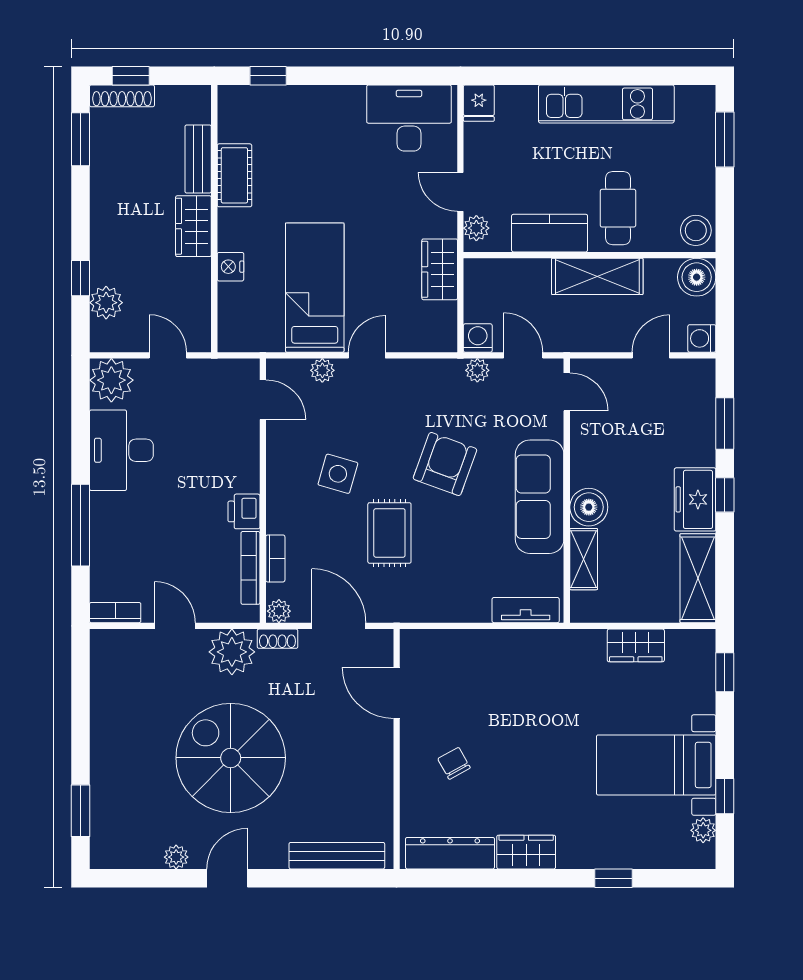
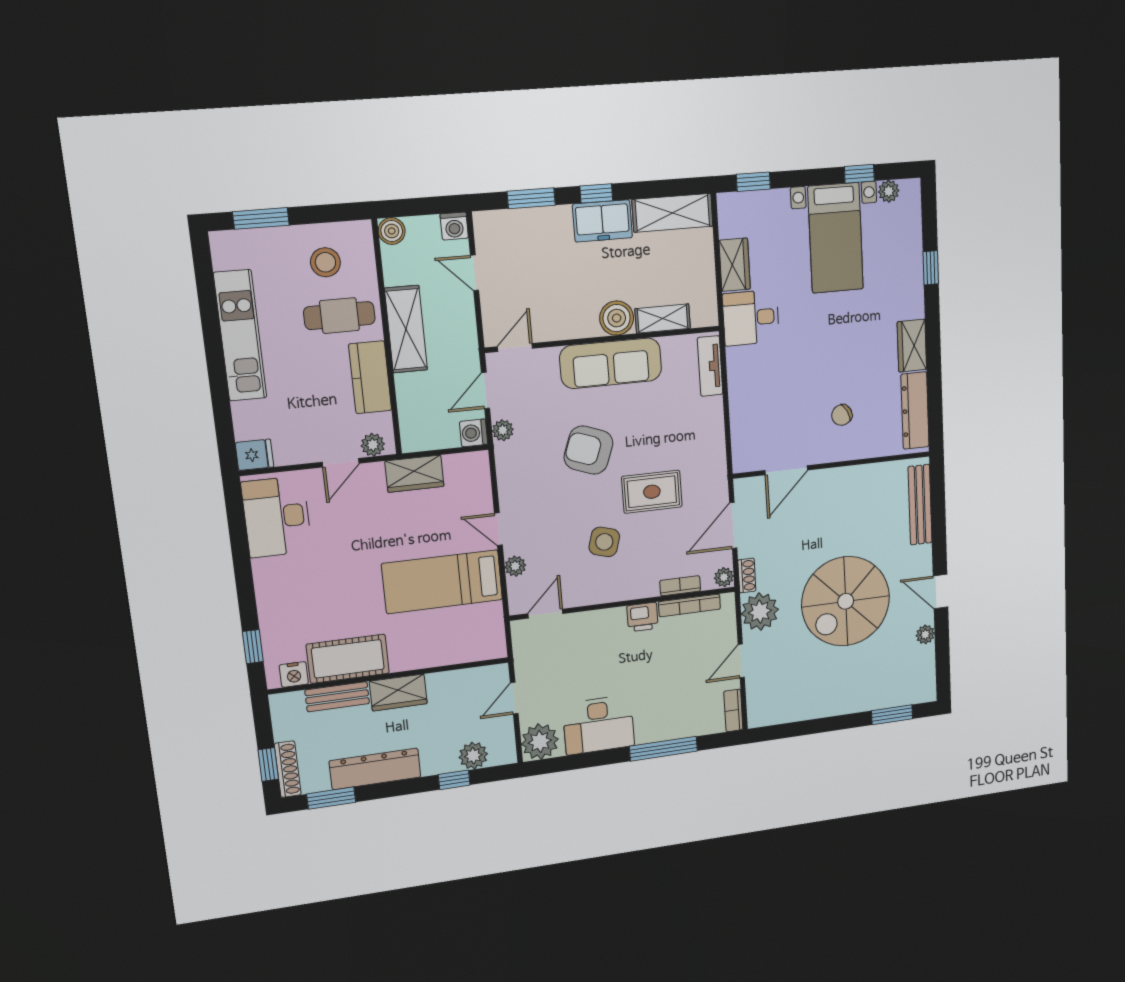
cot: (234, 175) -> (348, 659), width x1.37, depth x1.34
dresser: (107, 191) -> (375, 769), added
stool: (696, 230) -> (325, 262), moved
nightstand: (230, 267) -> (294, 674), moved
boiler: (697, 277) -> (392, 231), width x0.73, depth x0.73
desk: (575, 661) -> (751, 318), added

